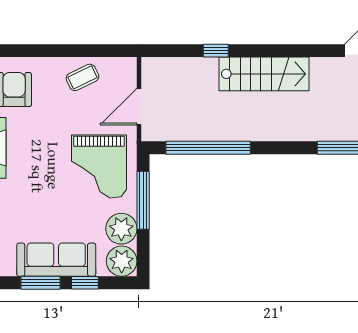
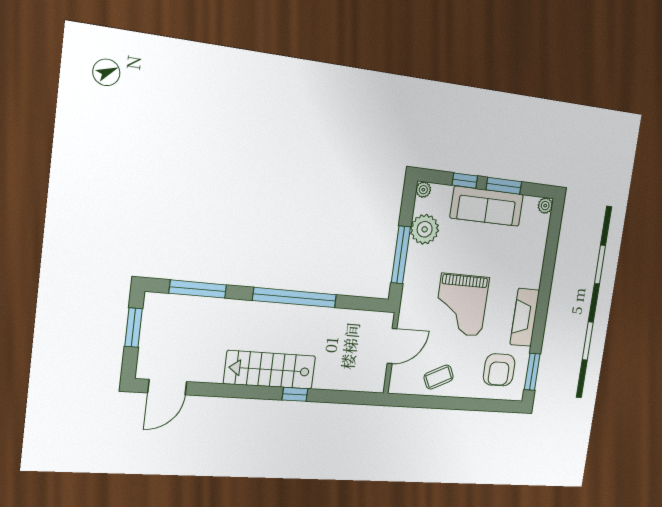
window: (216, 51) -> (295, 394), moved
window: (208, 148) -> (295, 297), moved
grand piano: (99, 167) -> (461, 305), moved, turned 180
plant: (122, 261) -> (423, 190), width x0.53, depth x0.53

